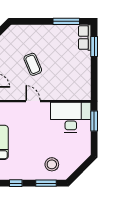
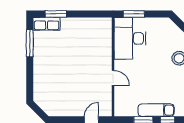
coffee table: (33, 64) -> (75, 78), removed
door: (33, 101) -> (113, 78), swing flipped

